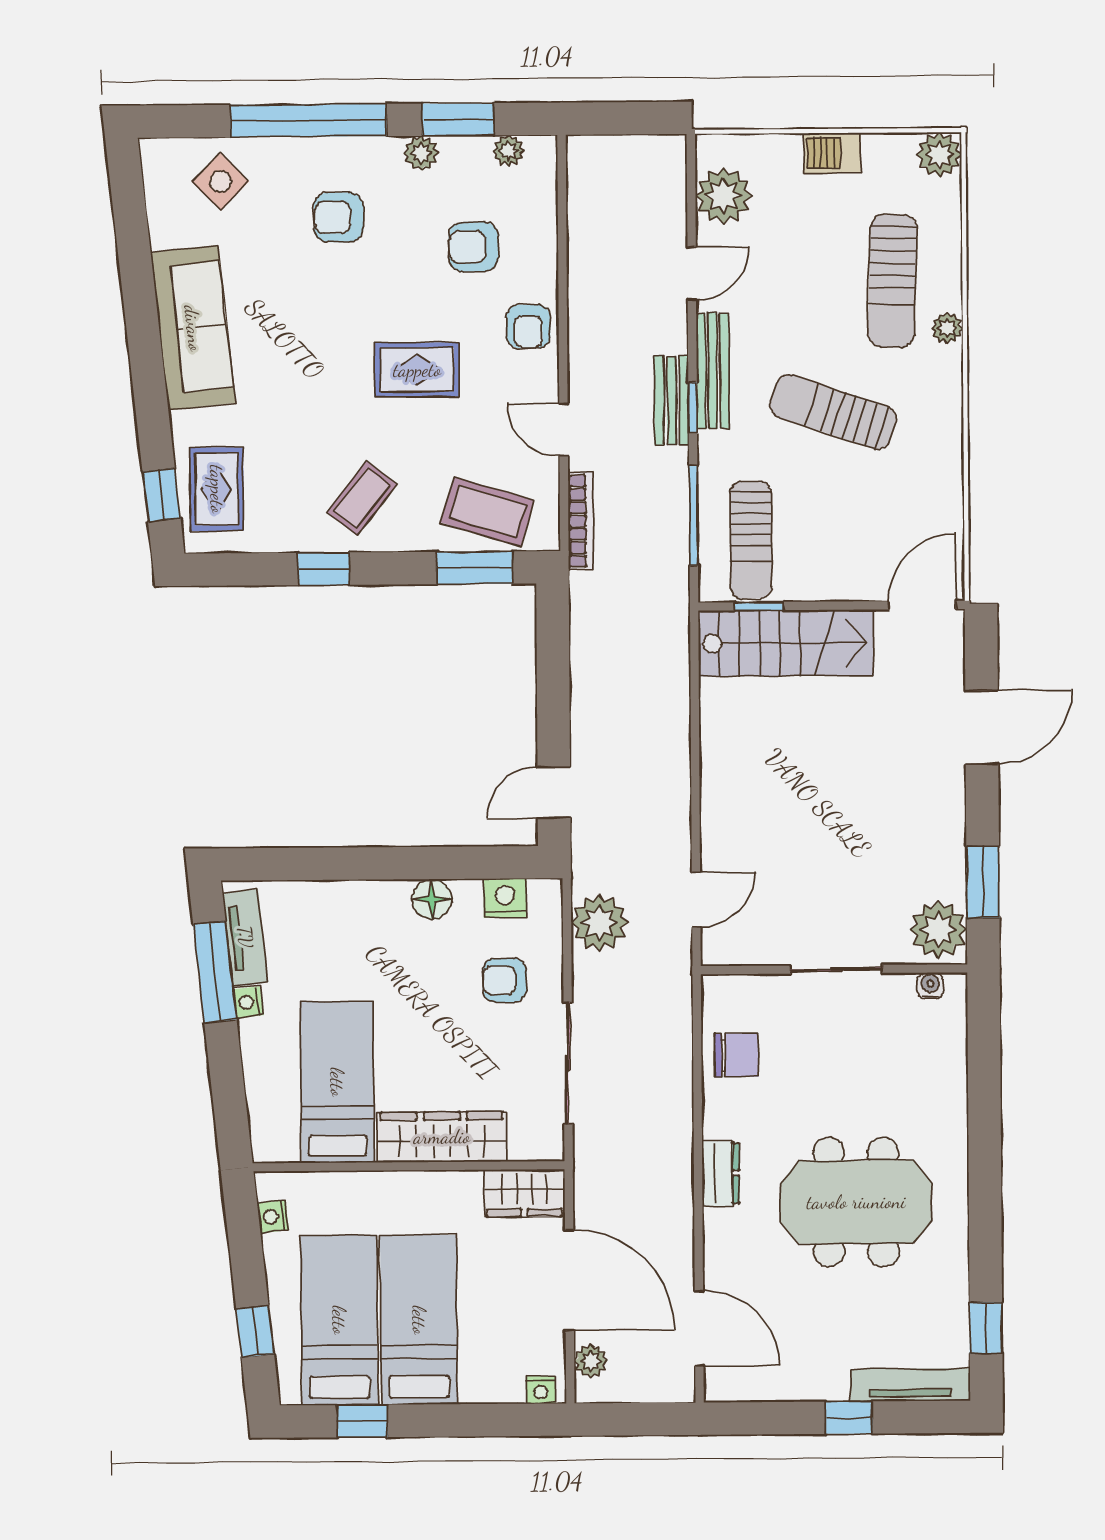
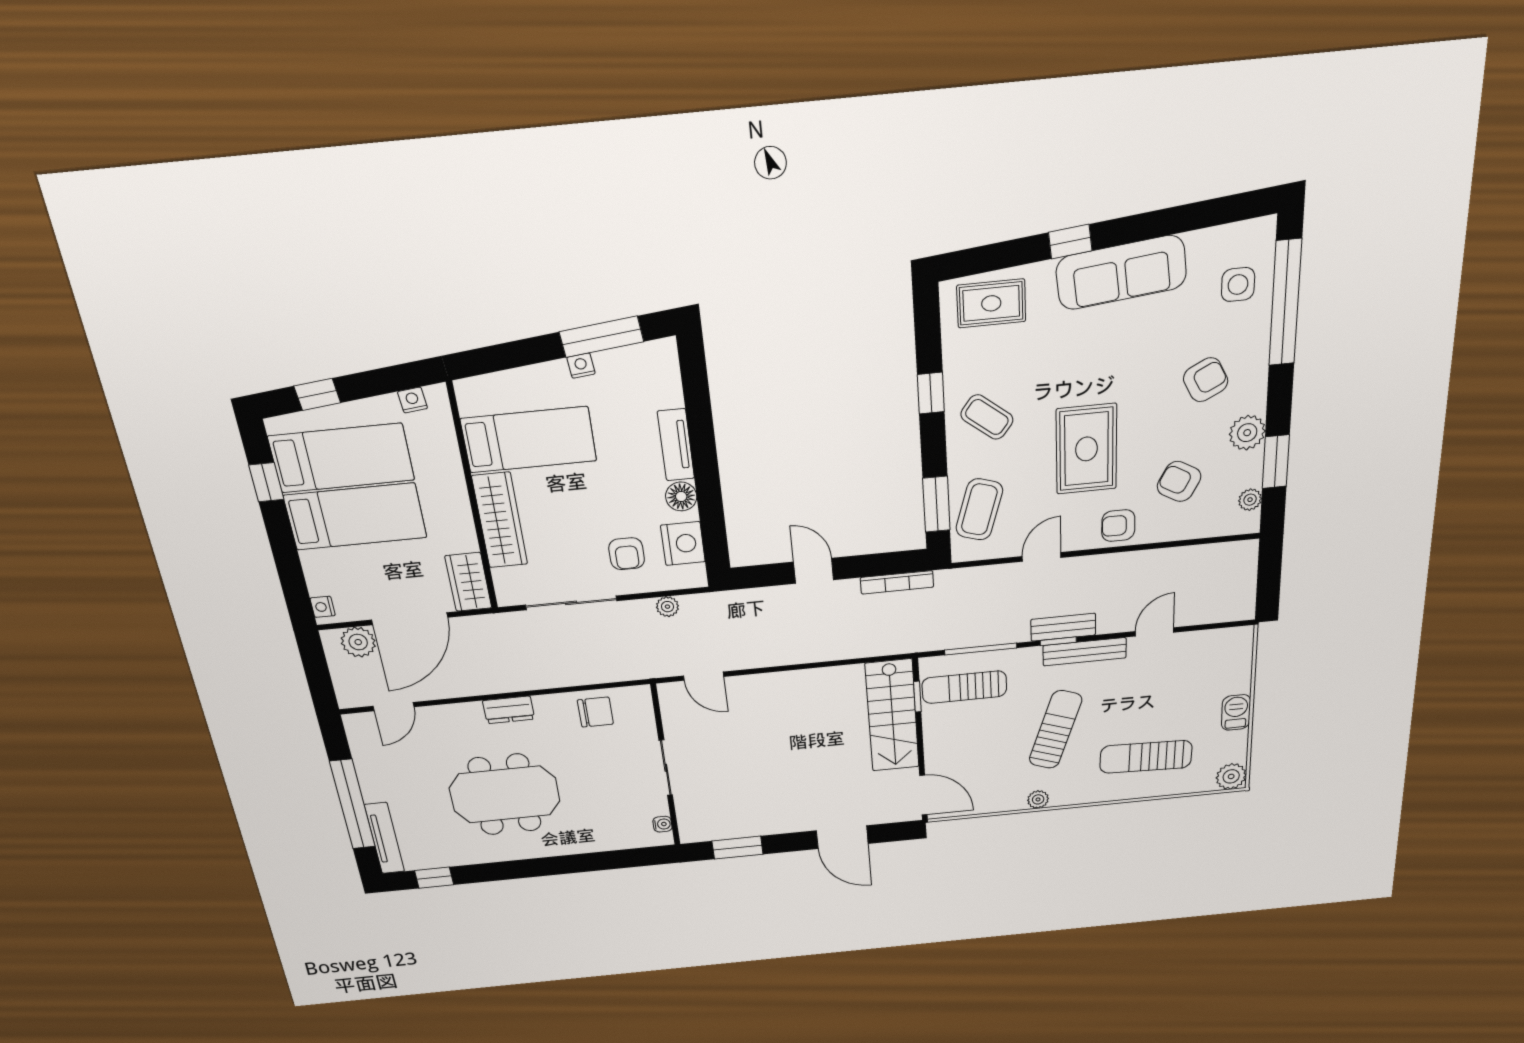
window: (308, 120) -> (1285, 303), moved
plant: (421, 153) -> (1247, 433), width x1.38, depth x1.38
side table: (221, 182) -> (1238, 285), turned 45
plant: (724, 196) -> (1209, 647), removed
armchair: (339, 217) -> (1206, 380), turned 63
armchair: (474, 247) -> (1179, 481), turned -61
door: (692, 274) -> (1155, 632), swing flipped
plant: (947, 328) -> (1038, 799), moved
rug: (417, 370) -> (1086, 449), width x1.36, depth x1.43
window: (161, 495) -> (1070, 241), moved
bookcase: (581, 521) -> (897, 582), moved
door: (554, 792) -> (814, 571), moved
nightstand: (505, 898) -> (683, 544), width x1.36, depth x1.33
plant: (600, 923) -> (667, 607), width x0.53, depth x0.53
plant: (938, 930) -> (702, 825), removed
tv unit: (245, 937) -> (676, 445), moved, turned 96
armchair: (505, 980) -> (627, 554), turned 180
chair: (737, 1055) -> (595, 712), turned -90
meeting table: (856, 1202) -> (505, 795), turned 90
door: (699, 1328) -> (394, 707), width x0.73
plant: (591, 1361) -> (358, 642), width x1.38, depth x1.38
window: (849, 1418) -> (352, 804), width x3.17

